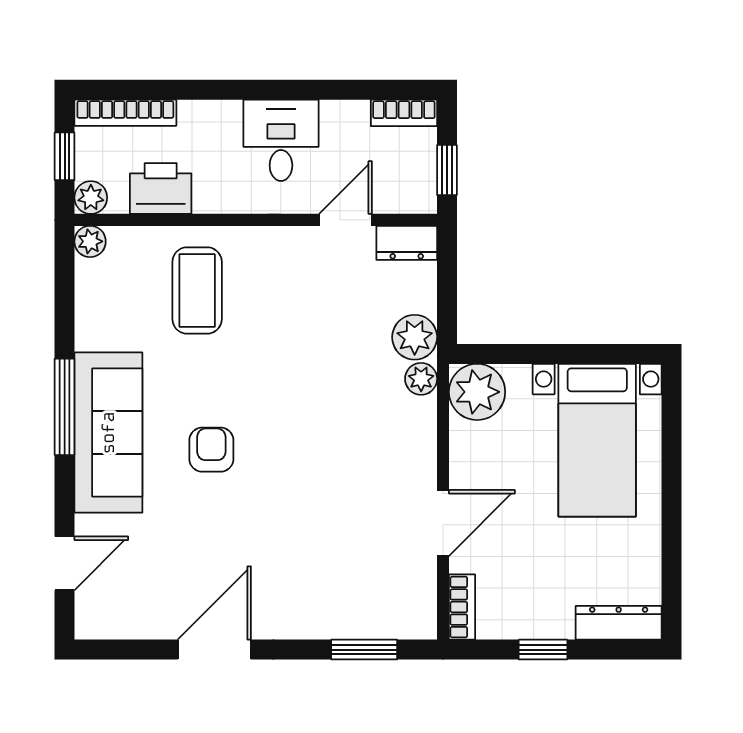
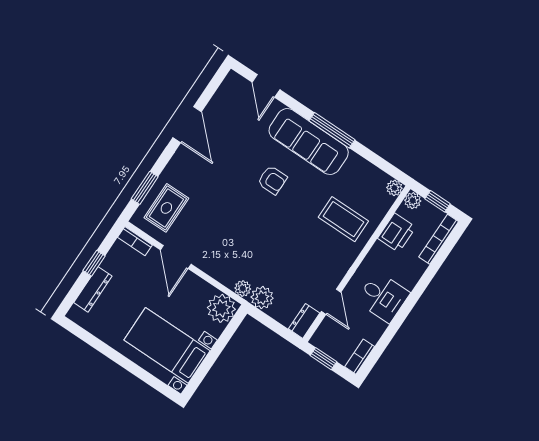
rug: (373, 592) -> (166, 208), added
dresser: (619, 623) -> (93, 289), moved

